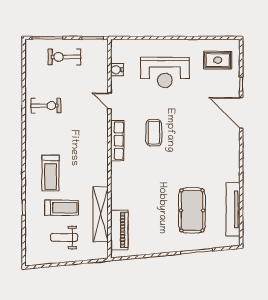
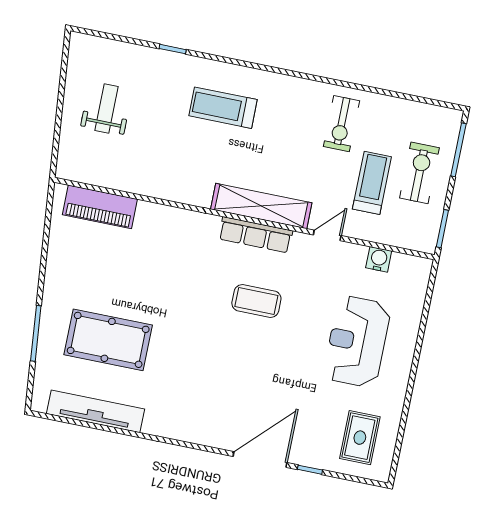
treadmill: (62, 208) -> (372, 183), moved, turned 180
shelving: (101, 214) -> (261, 206), moved

